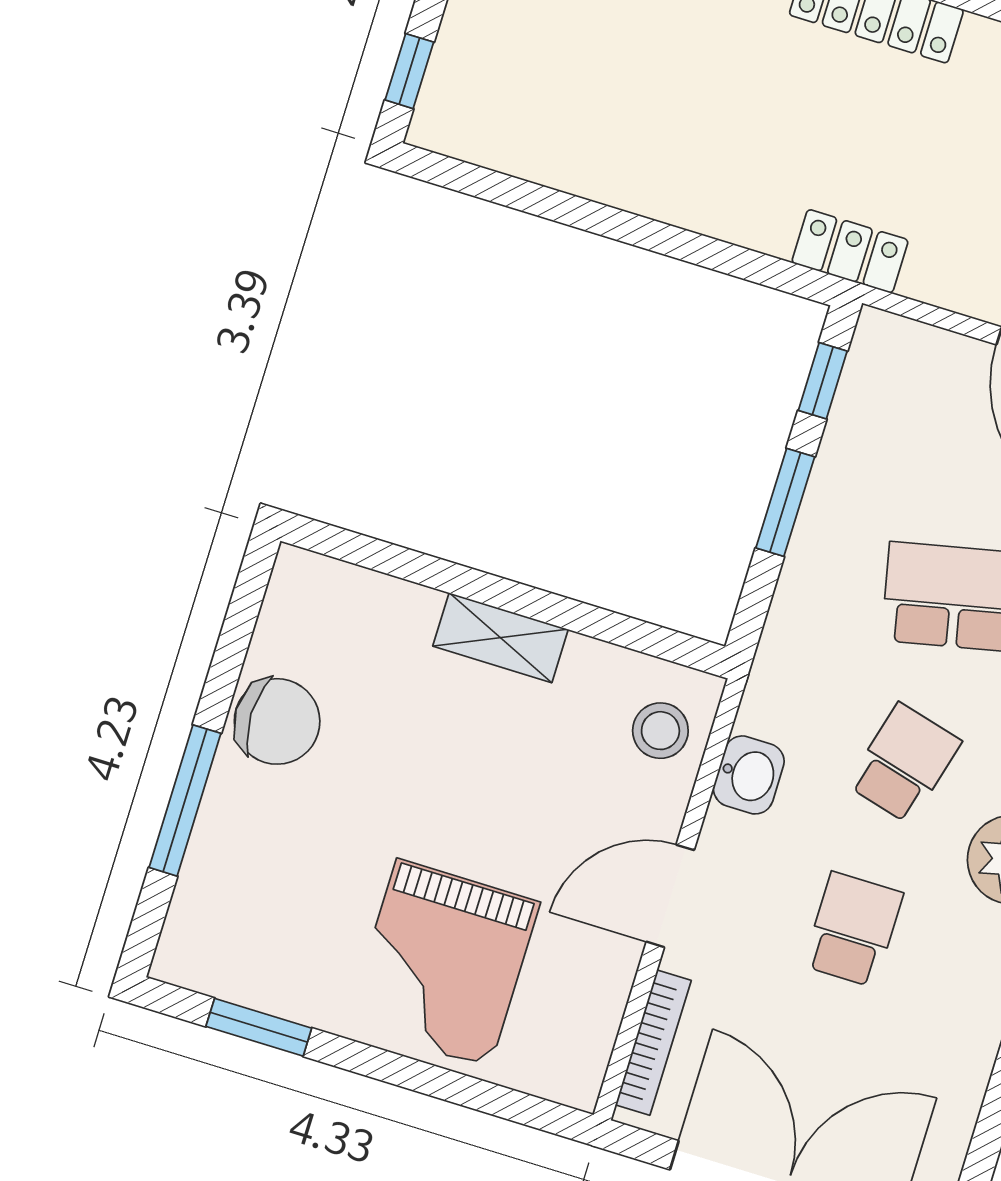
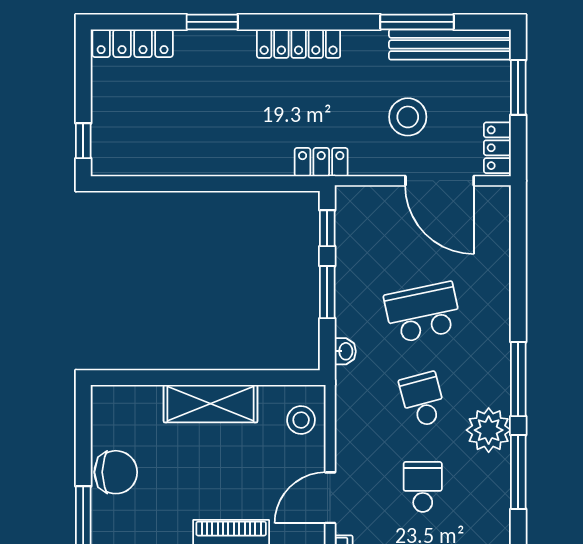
shelving: (500, 638) -> (211, 404), width x1.50, depth x1.33
school desk: (904, 763) -> (423, 400), turned -30
washbasin: (749, 775) -> (345, 351), moved, width x0.72, depth x0.69

